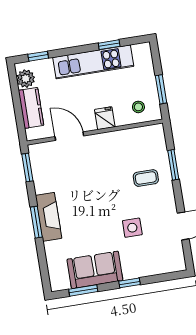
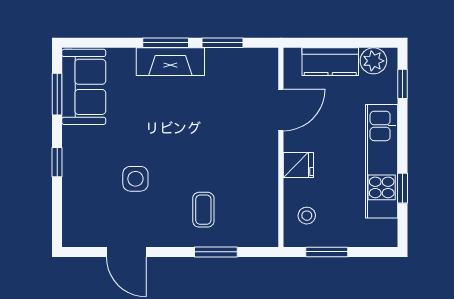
window: (27, 167) -> (222, 43), moved
sofa: (95, 270) -> (84, 87), moved

